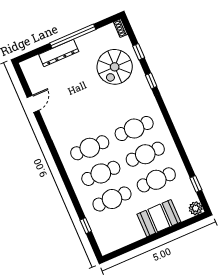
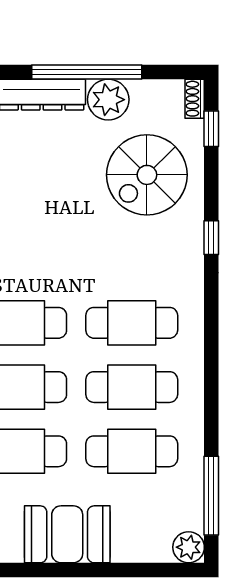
plant: (86, 43) -> (108, 100), added
window: (139, 52) -> (211, 129), moved
window: (196, 184) -> (211, 496), width x2.17
booth: (159, 218) -> (67, 534), moved

